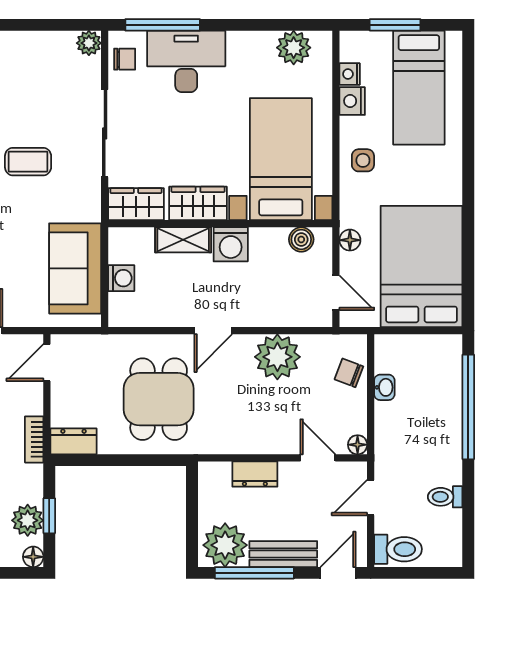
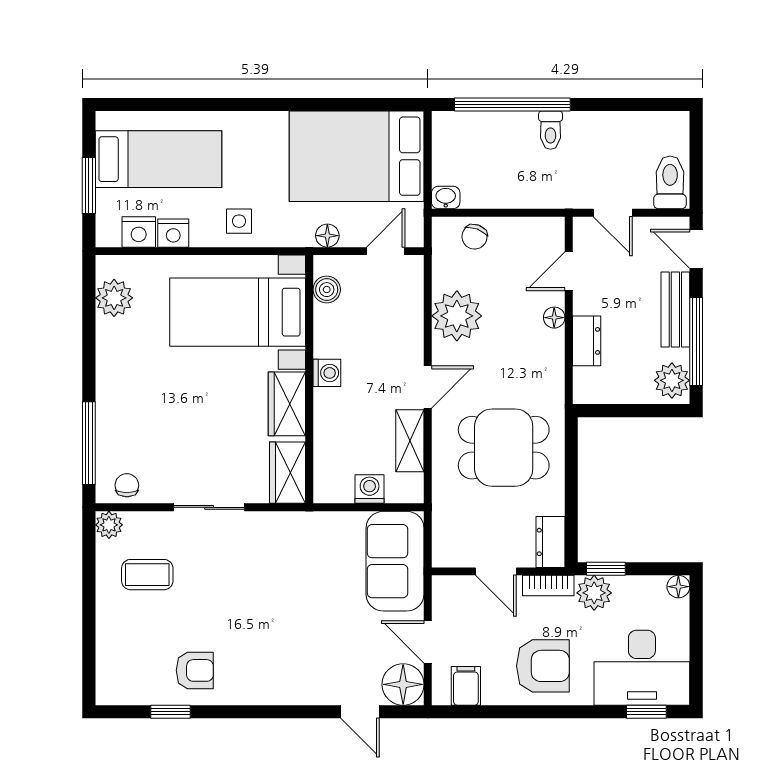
desk: (186, 61) -> (129, 417), removed
nightstand: (350, 74) -> (139, 232), width x1.39, depth x1.35
sliding door: (105, 133) -> (209, 507), width x0.73
coffee table: (28, 162) -> (147, 575), moved, turned 90
shelving: (183, 240) -> (410, 441), moved
washing machine: (231, 244) -> (327, 373), width x0.73, depth x0.73
sofa: (75, 268) -> (395, 561), moved, turned 90
door: (213, 331) -> (428, 387), hinge flipped
door: (47, 363) -> (496, 571), moved
washbasin: (384, 387) -> (446, 197), moved
floor lamp: (358, 445) -> (554, 318), moved
toilet: (445, 497) -> (551, 130), moved
window: (49, 516) -> (606, 569), moved
plant: (28, 520) -> (594, 593), moved
plant: (225, 545) -> (672, 380), width x0.73, depth x0.73

